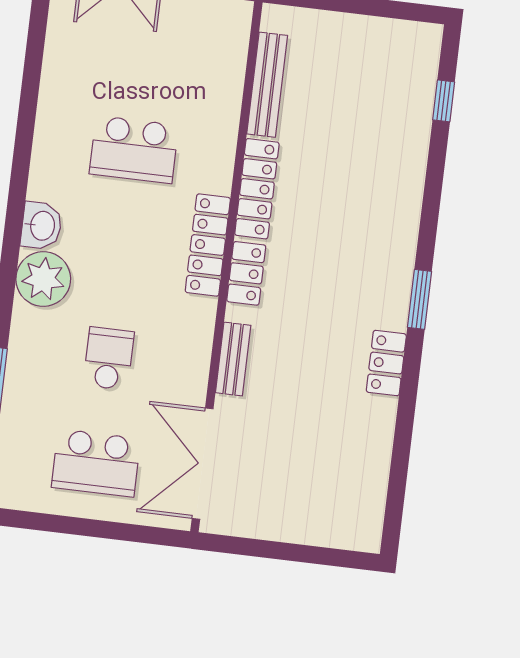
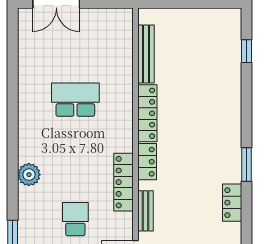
school desk: (134, 150) -> (75, 100), turned 180
washbasin: (41, 226) -> (28, 149), removed
locker: (208, 245) -> (123, 182), moved
plant: (43, 279) -> (29, 175), width x0.73, depth x0.73

